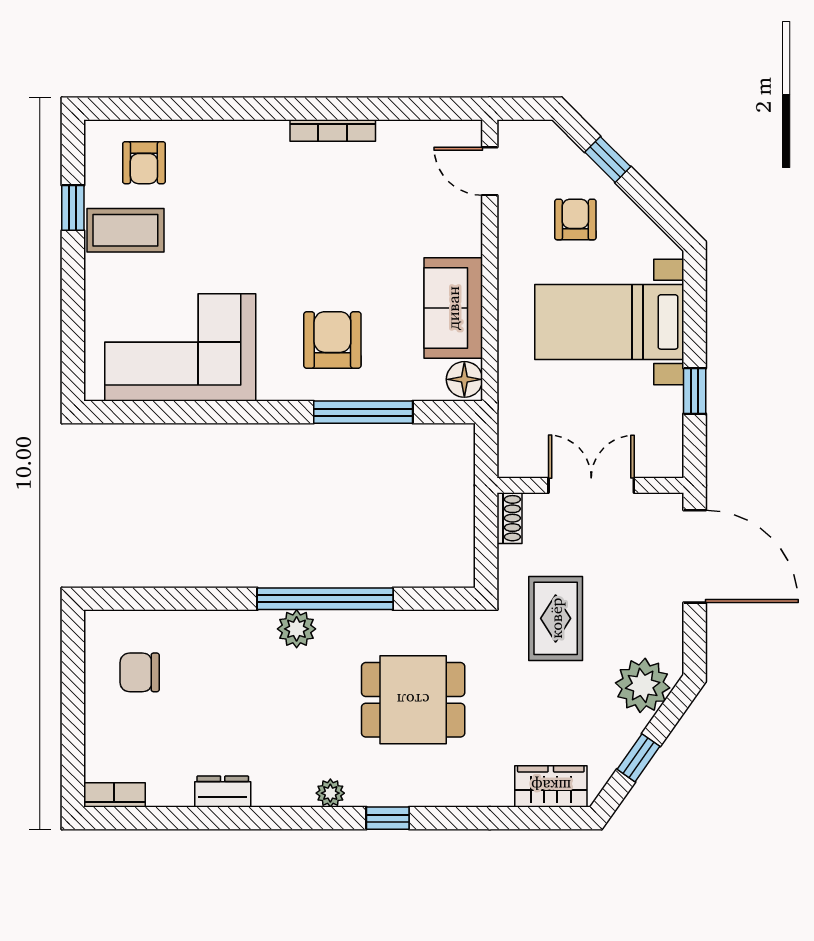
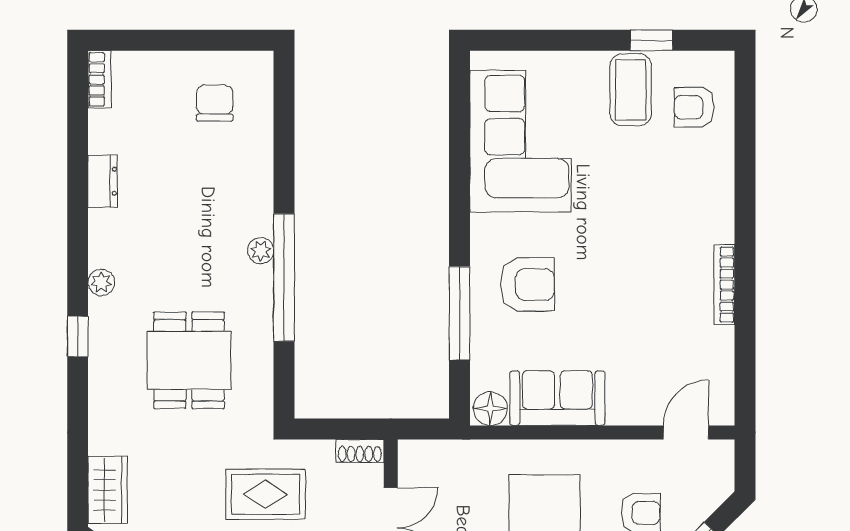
plant: (297, 629) -> (261, 251), width x0.73, depth x0.73

